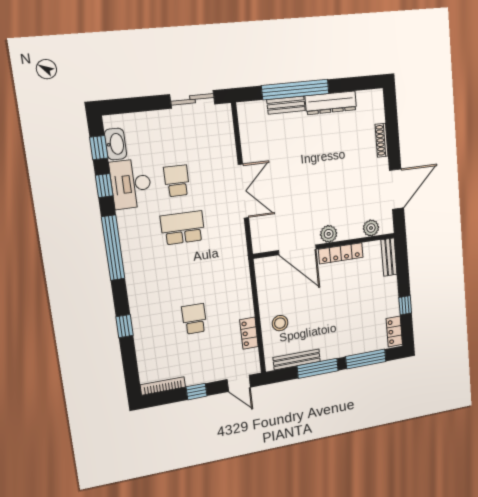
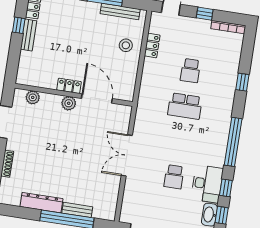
school desk: (183, 228) -> (185, 106), moved
locker: (341, 253) -> (69, 86), width x0.66
bench: (389, 257) -> (29, 35), moved

